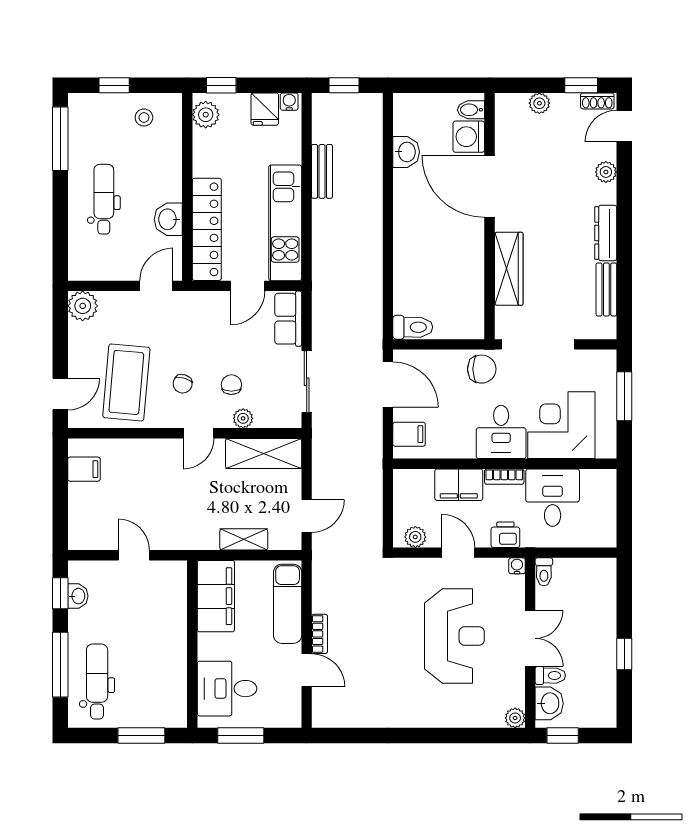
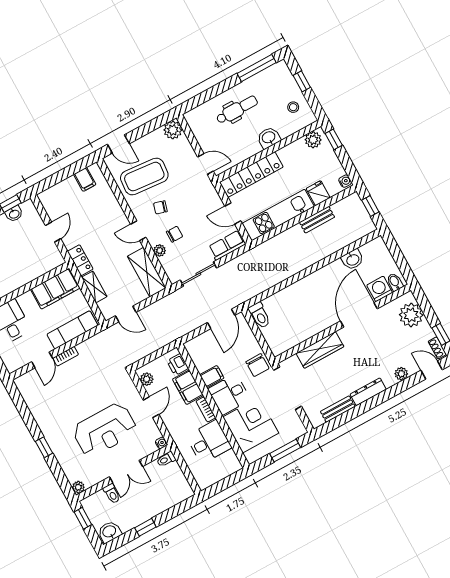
plant: (539, 103) -> (411, 315), width x1.88, depth x1.88
fridge: (265, 109) -> (318, 193), moved, turned 90
washbasin: (168, 219) -> (269, 138), moved
filing cabinet: (409, 434) -> (212, 376), moved, turned -90
printer: (505, 535) -> (178, 365), moved, turned 180
locker: (195, 539) -> (80, 260), added
washbasin: (549, 703) -> (109, 532), moved, turned 180
window: (432, 736) -> (44, 447), added

